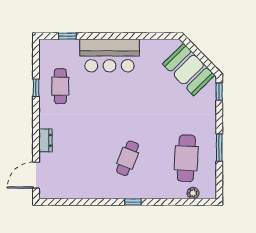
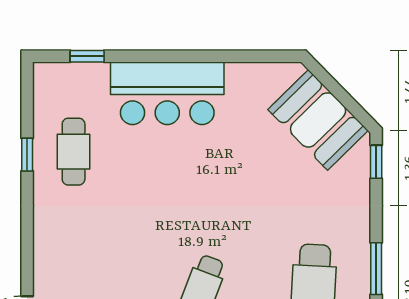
dresser: (45, 140) -> (45, 255), removed

